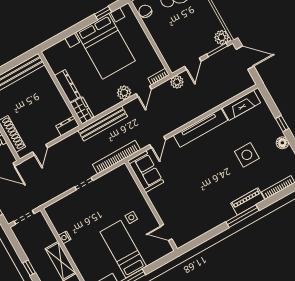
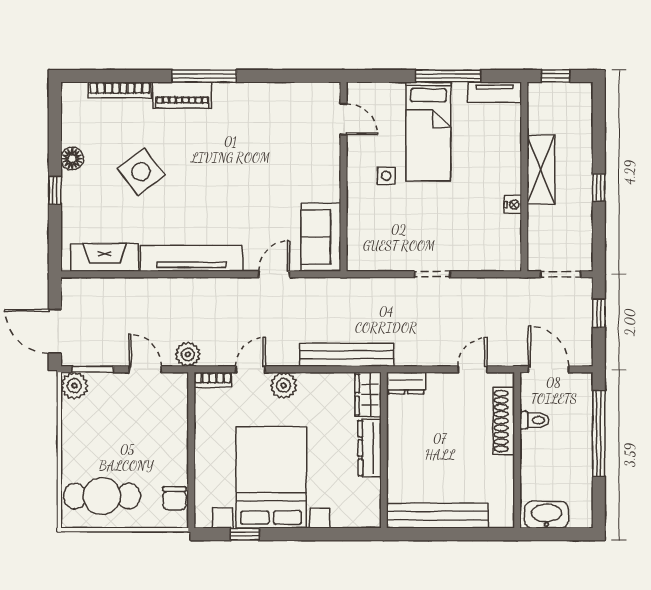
door: (193, 64) -> (145, 369), hinge flipped
side table: (247, 155) -> (141, 172), turned -37
bookcase: (116, 157) -> (355, 287), removed

